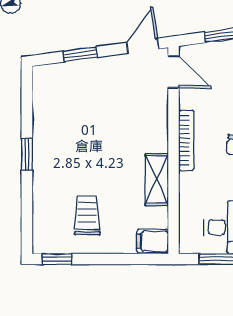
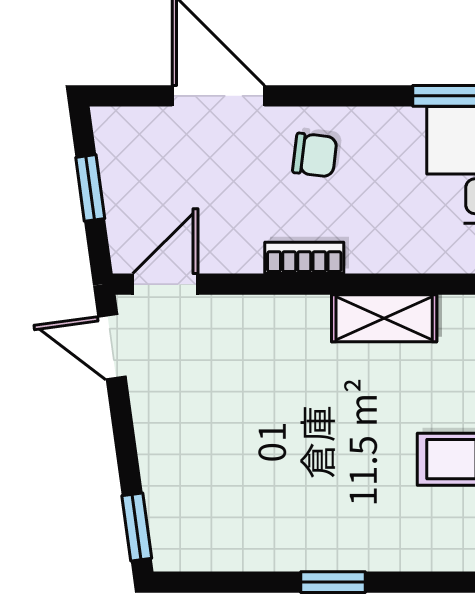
window: (80, 54) -> (137, 527), moved
bookcase: (186, 140) -> (304, 258), width x0.64

